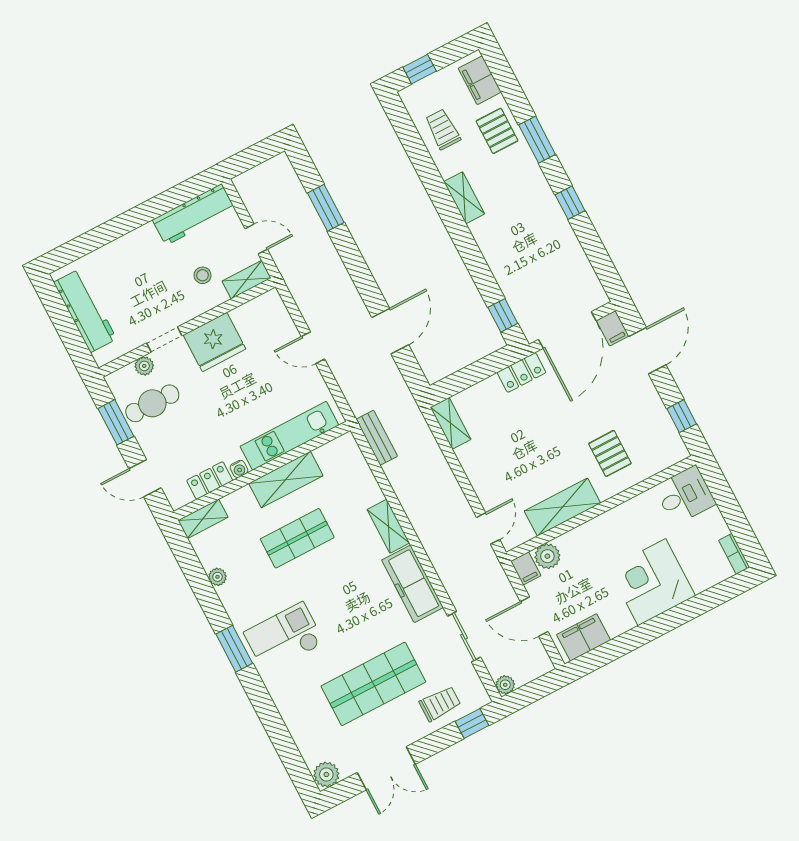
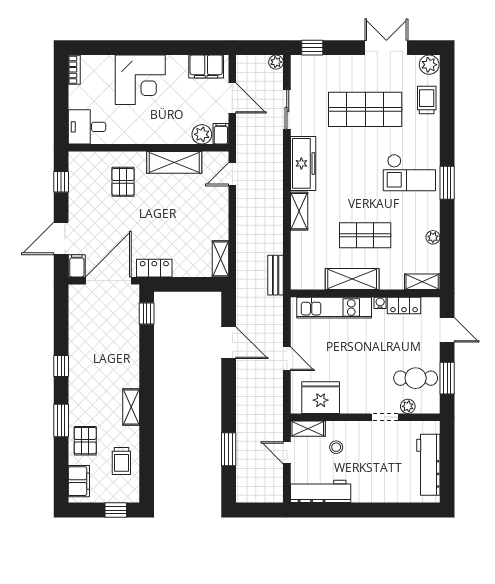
door: (390, 331) -> (229, 343), swing flipped
fridge: (215, 342) -> (321, 398), moved
trolley: (440, 704) -> (427, 100), moved, turned 90

